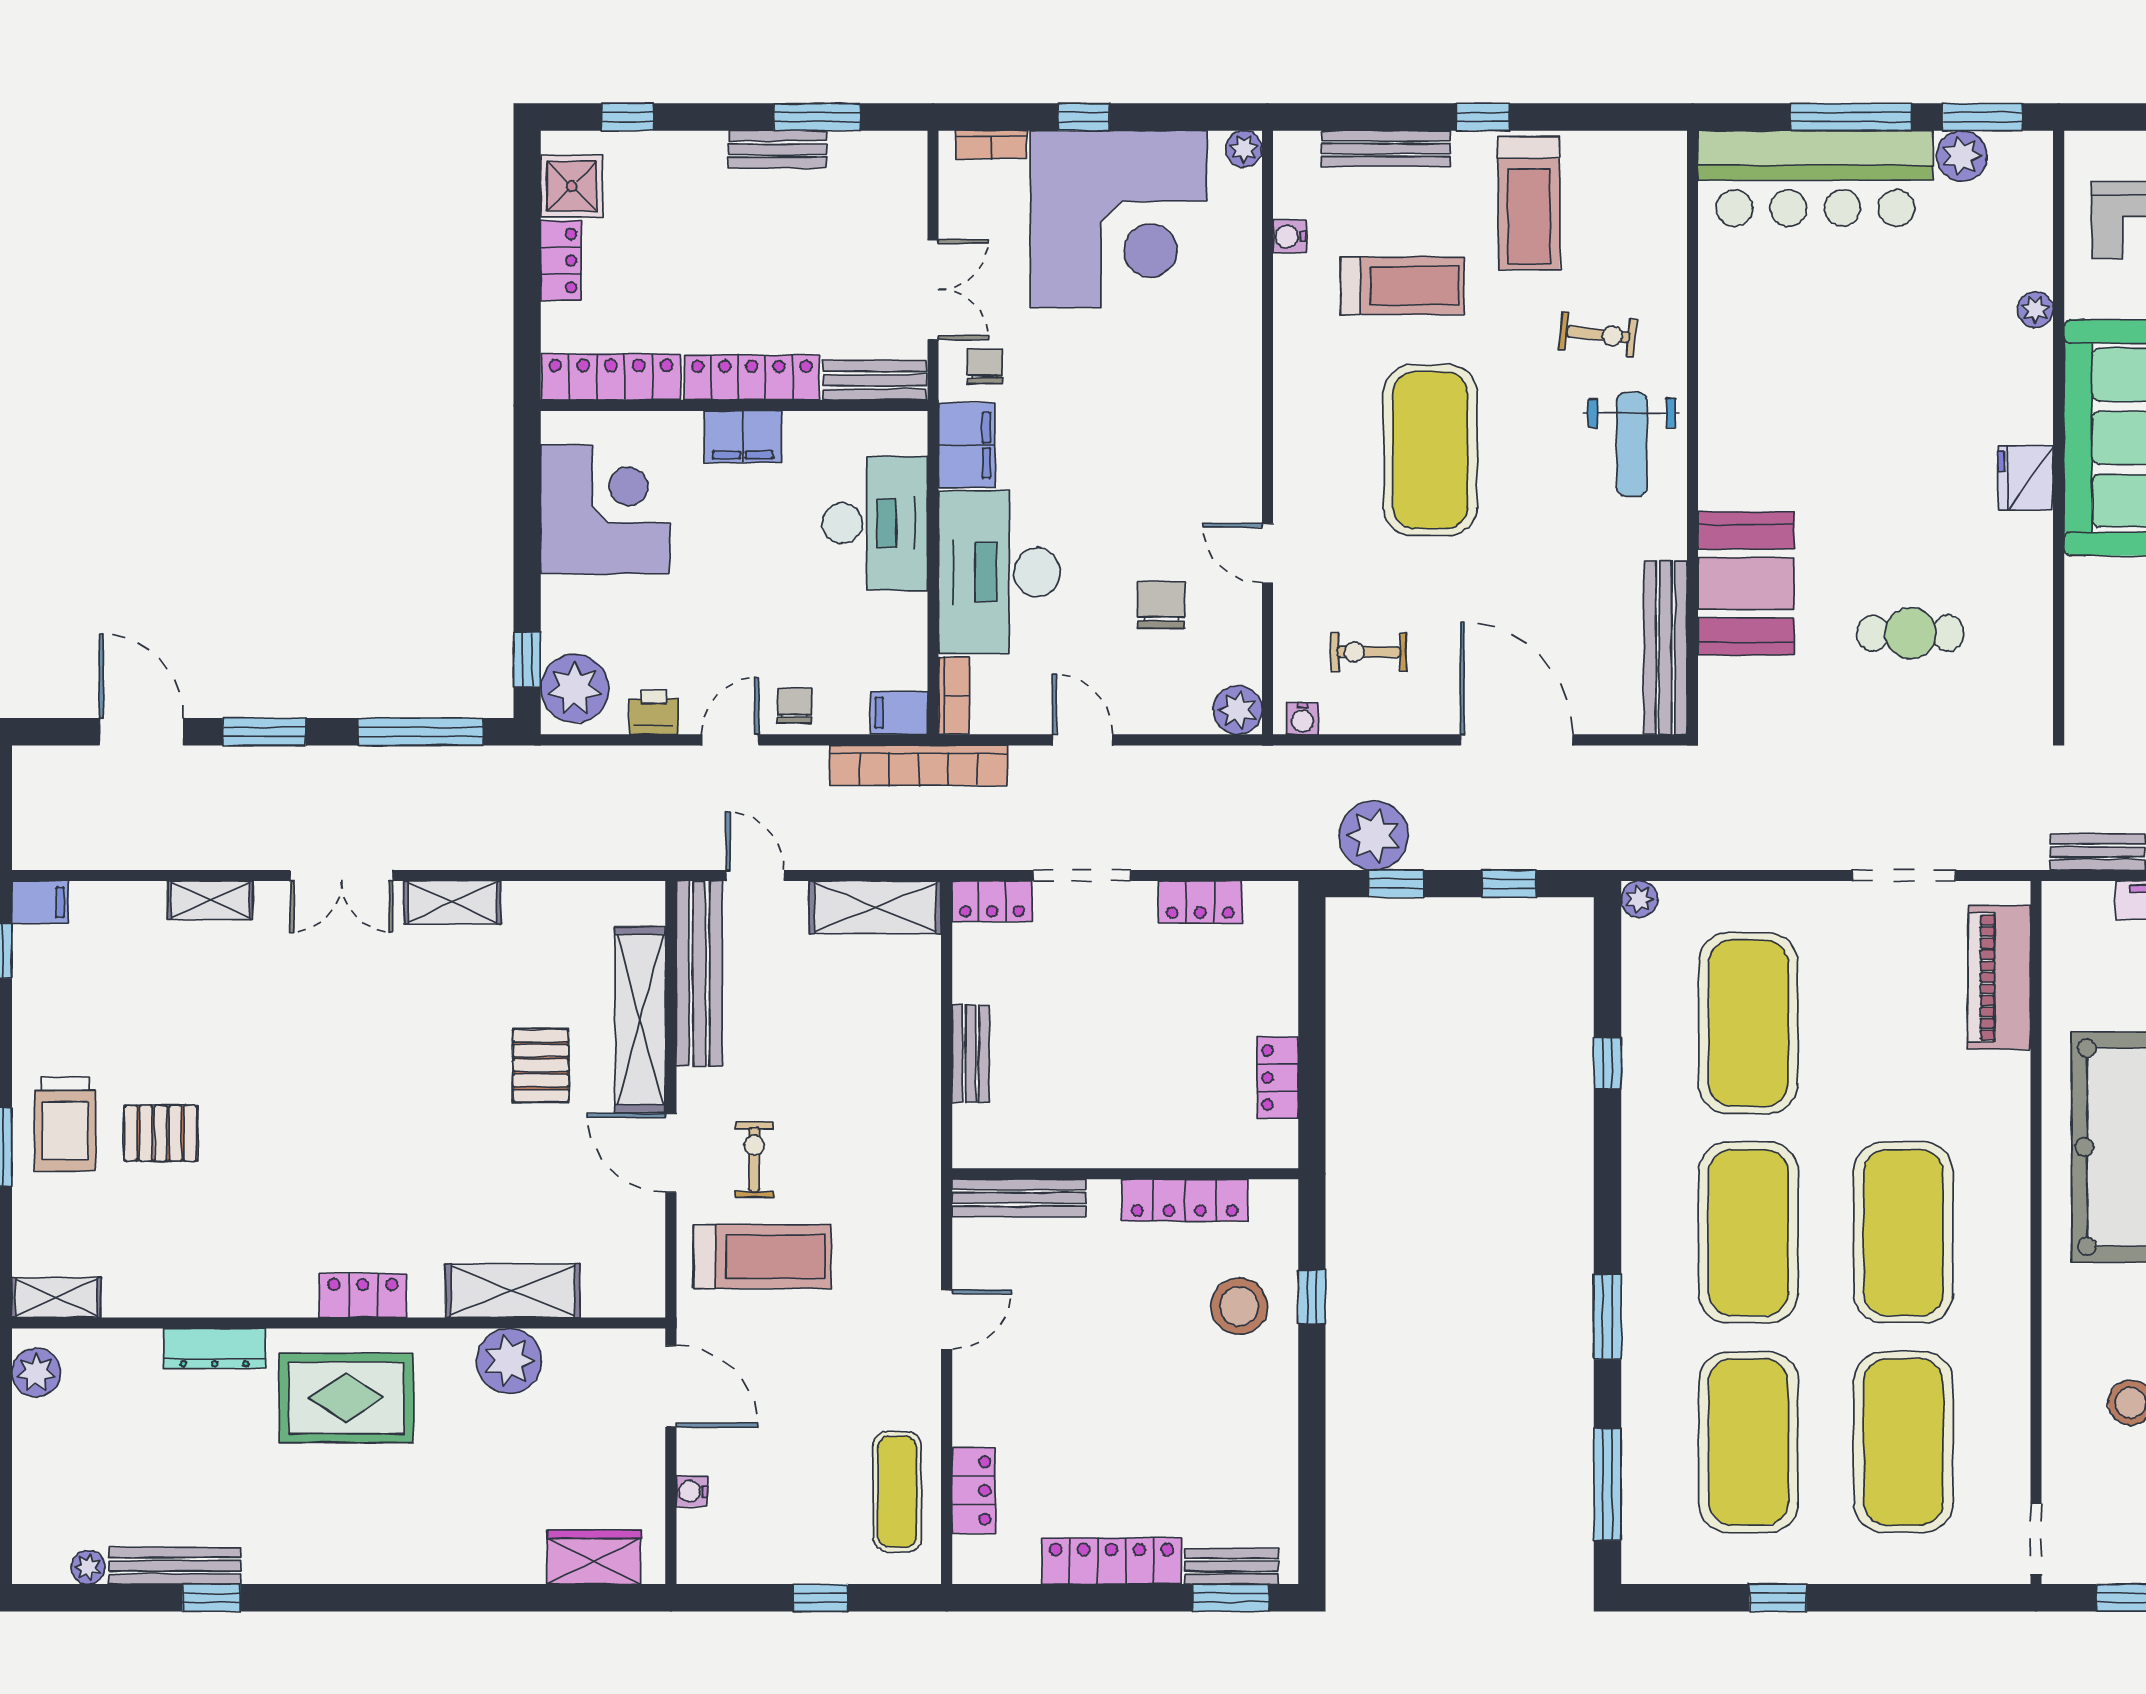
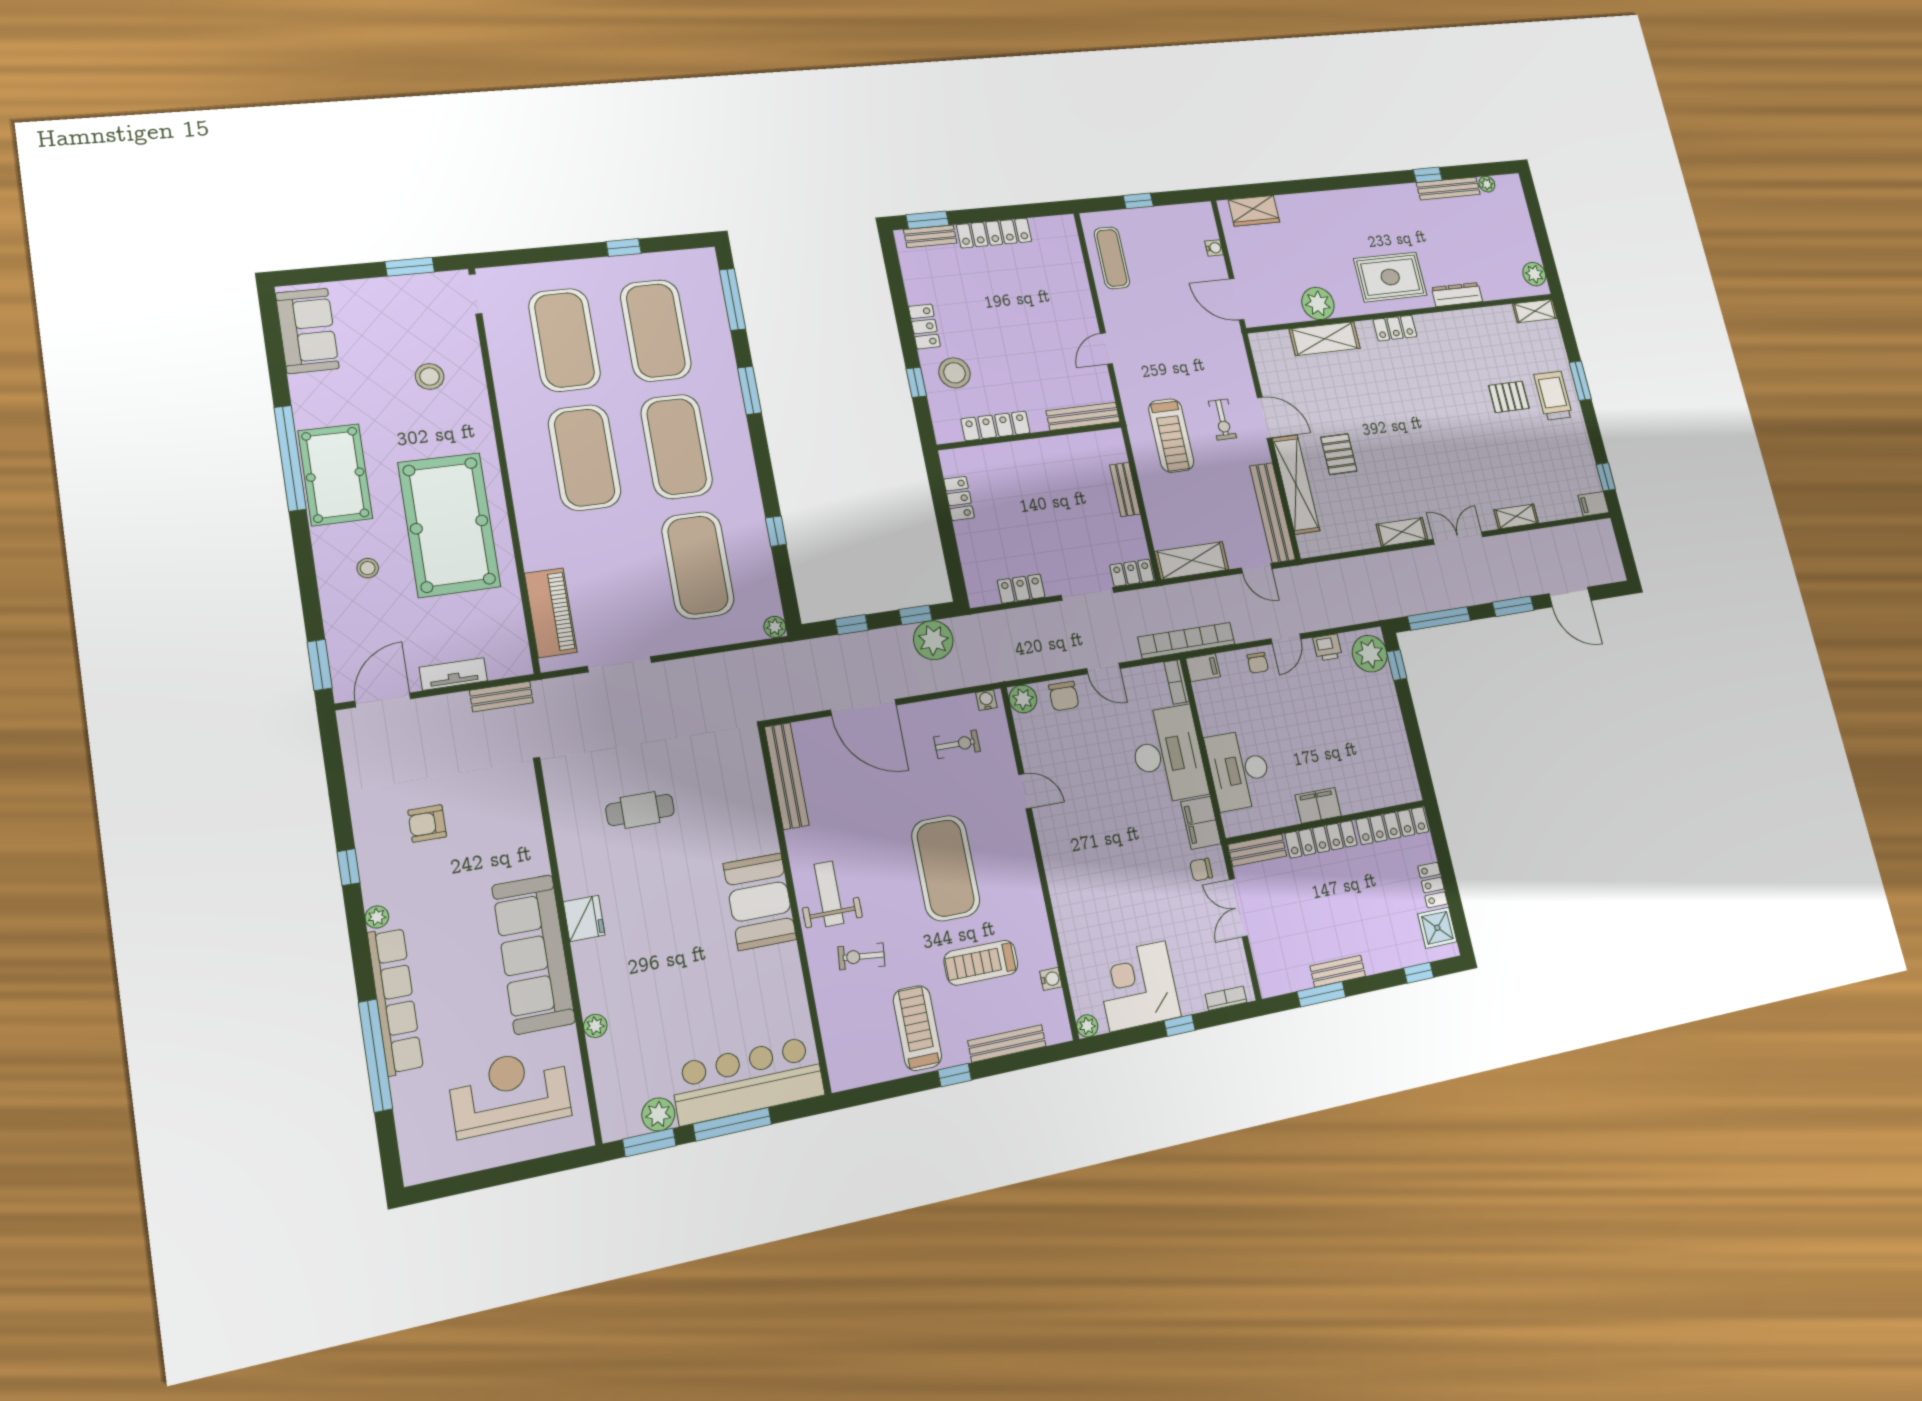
corner desk: (1119, 219) -> (1138, 986), width x0.74, depth x0.74
chair: (985, 366) -> (1201, 870), turned 90
corner desk: (605, 510) -> (1378, 753), removed
booth: (1746, 584) -> (760, 902), moved
chair: (1161, 605) -> (1064, 696), moved
treadmill: (762, 1257) -> (1171, 435), moved, turned -90
locker: (974, 1490) -> (924, 326), moved, turned 180

